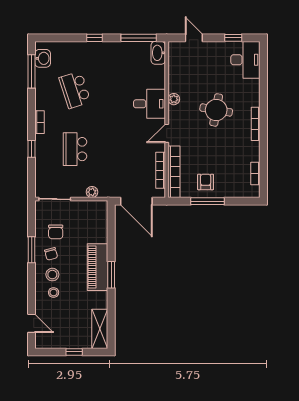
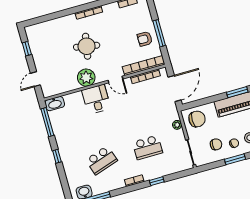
desk: (245, 60) -> (41, 34), removed
plant: (174, 99) -> (86, 78), width x1.88, depth x1.88
chair: (92, 218) -> (197, 119), added

